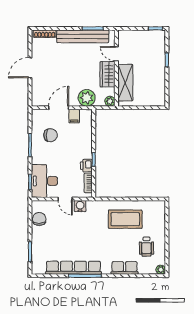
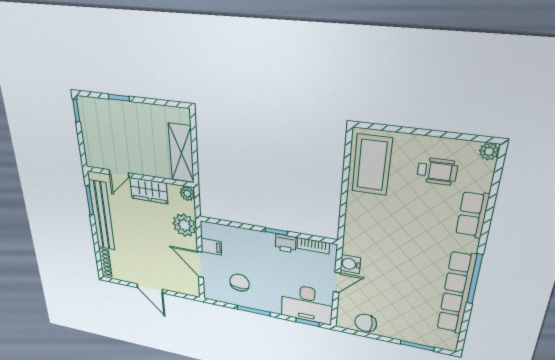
shelving: (125, 83) -> (181, 153), moved, turned 90
coffee table: (125, 219) -> (372, 165), moved

